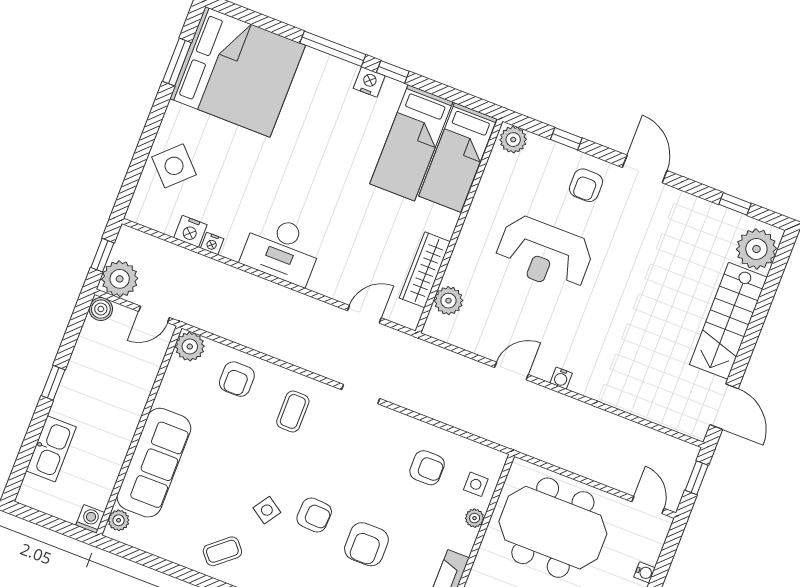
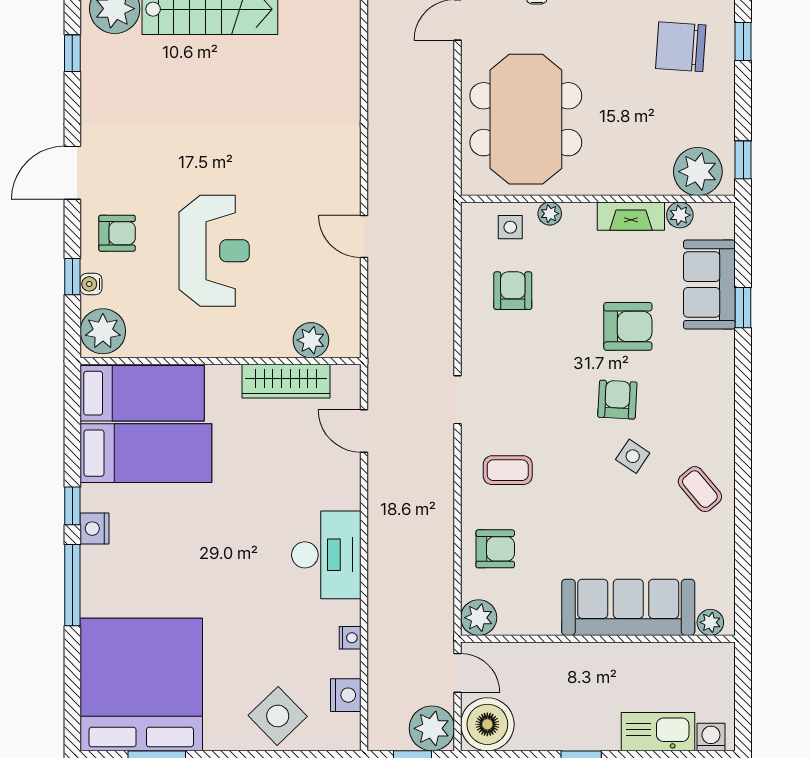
plant: (513, 140) -> (103, 331), width x1.36, depth x1.36
nightstand: (190, 231) -> (346, 695), moved
boiler: (101, 309) -> (487, 724), width x1.86, depth x1.86
water cooler: (561, 378) -> (91, 284), moved, turned 180
washing machine: (90, 519) -> (711, 737), moved, turned 90

